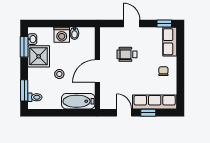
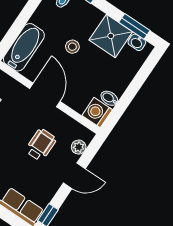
plant: (114, 32) -> (79, 147), added
washing machine: (62, 35) -> (97, 113), moved

